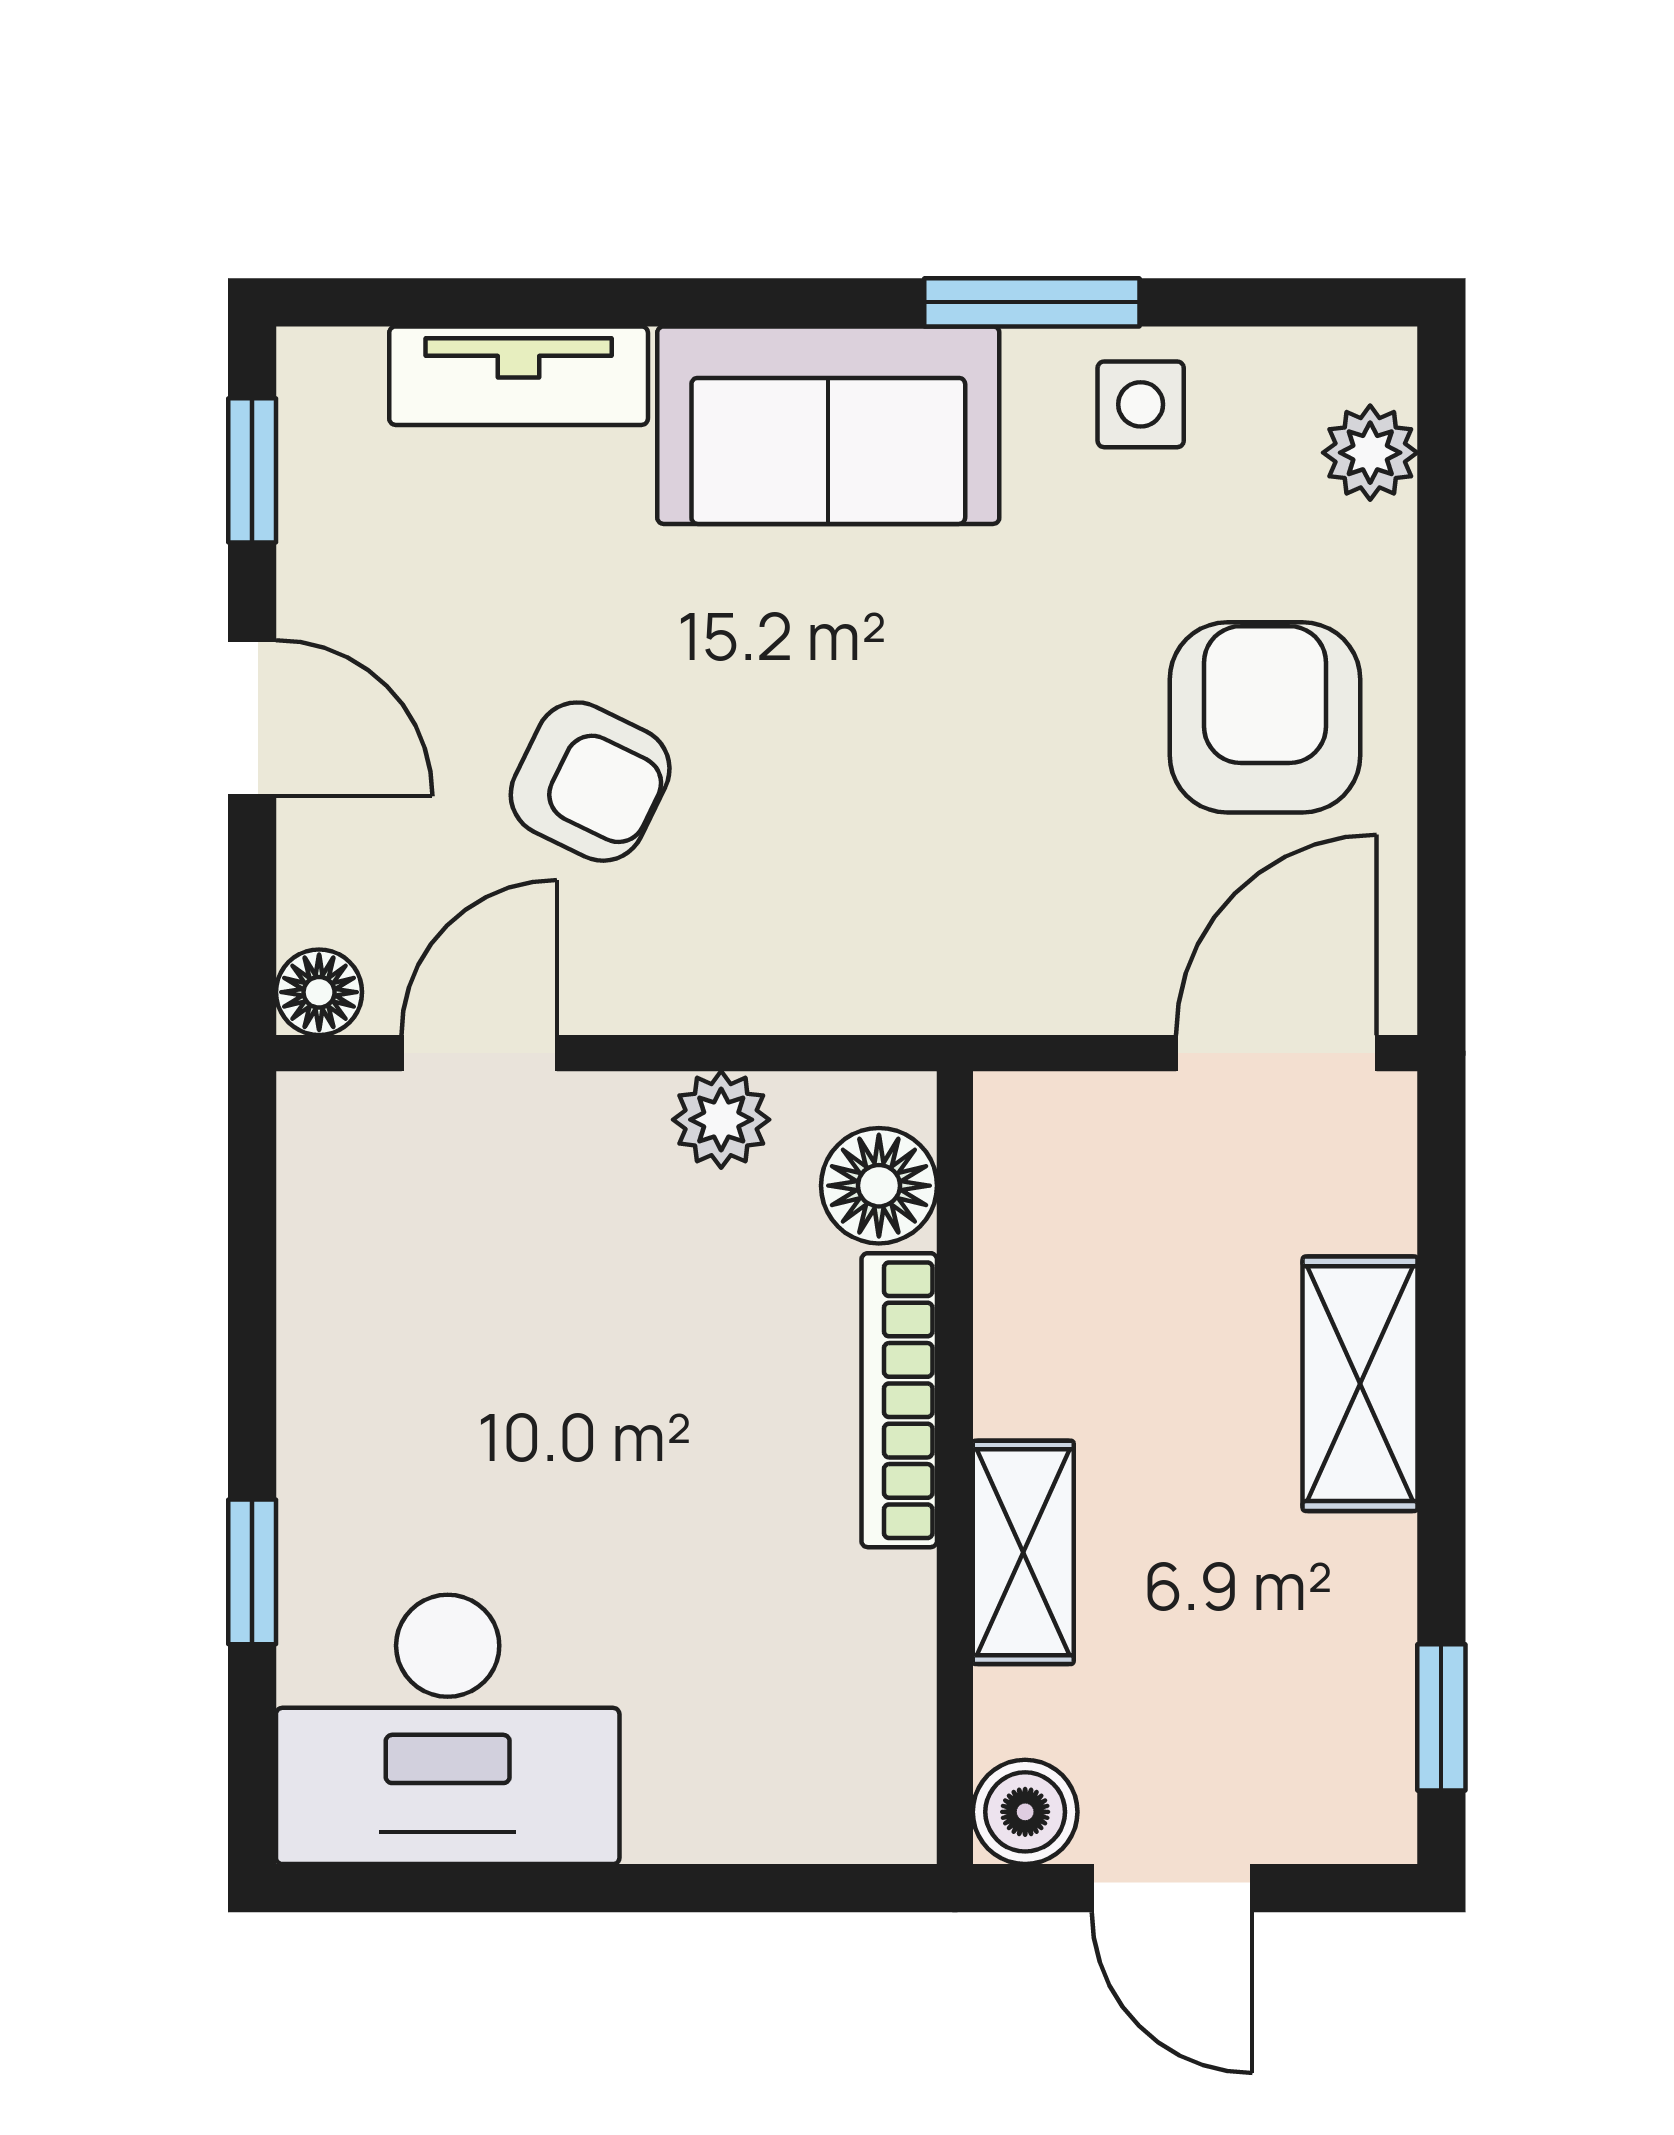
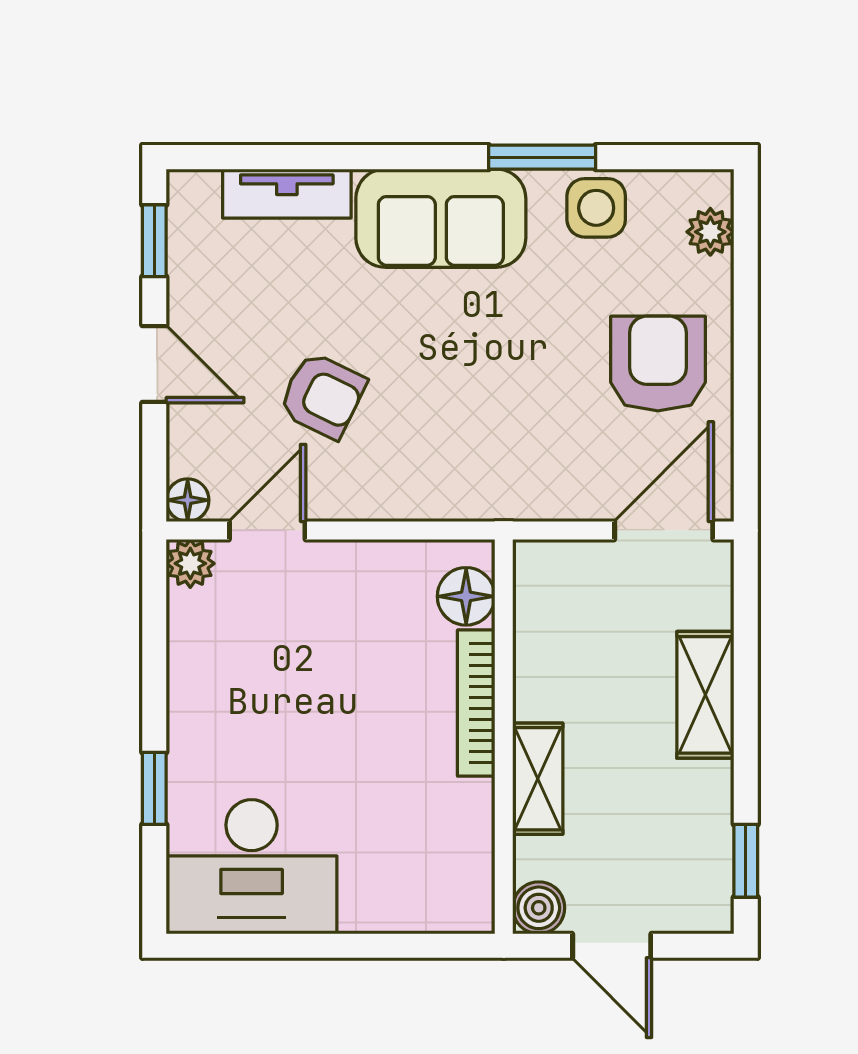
side table: (1141, 404) -> (596, 208), width x1.37, depth x1.37
plant: (721, 1120) -> (190, 563), moved

